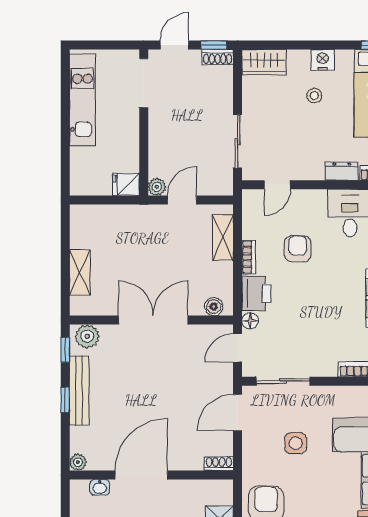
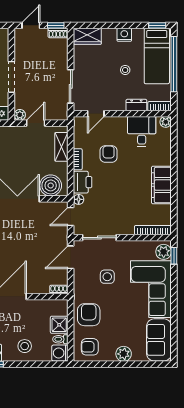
doorway: (144, 83) -> (11, 77), moved
stool: (314, 96) -> (125, 70), moved
boiler: (214, 307) -> (51, 185), width x1.86, depth x1.86

